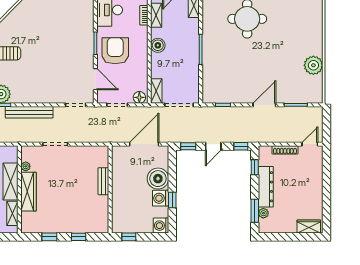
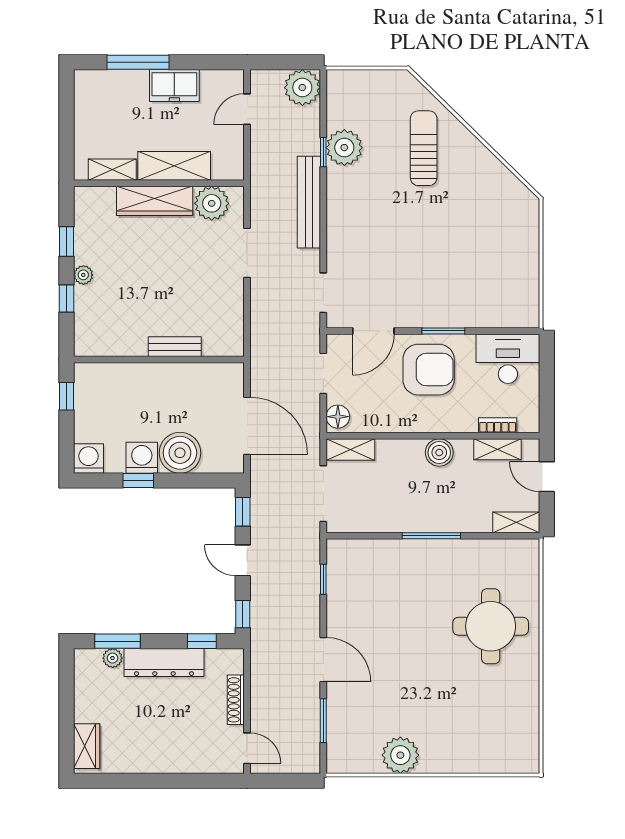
plant: (26, 166) -> (212, 203), width x1.88, depth x1.88
plant: (67, 228) -> (83, 275), added

